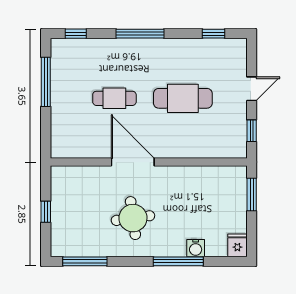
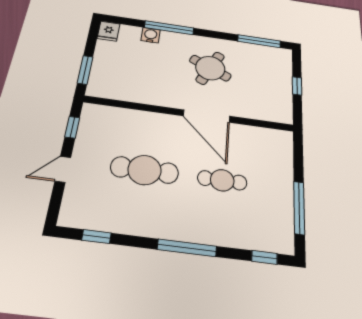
round table: (133, 218) -> (210, 68), turned 33

